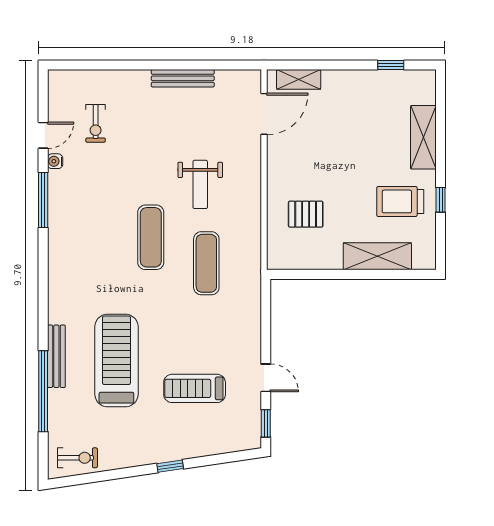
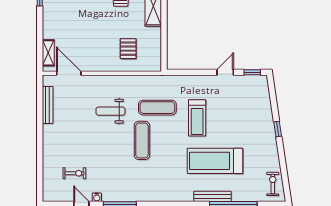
bench: (183, 78) -> (48, 105), moved
weight bench: (200, 184) -> (111, 111), turned 180
exercise mat: (151, 237) -> (142, 140), turned 90
treadmill: (195, 388) -> (197, 118), moved

